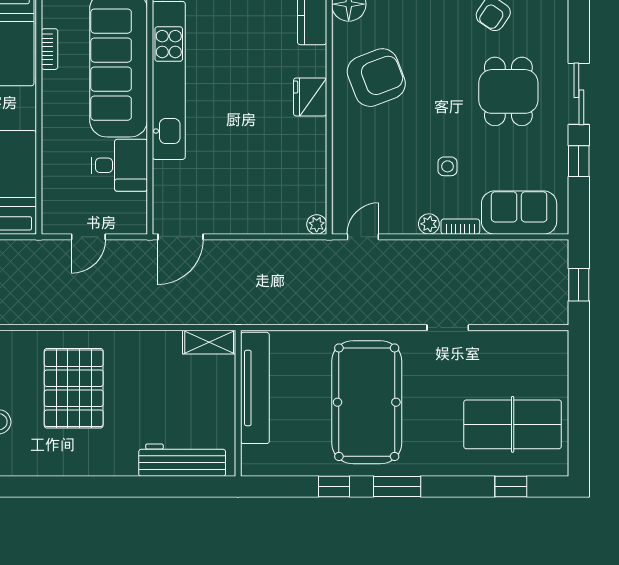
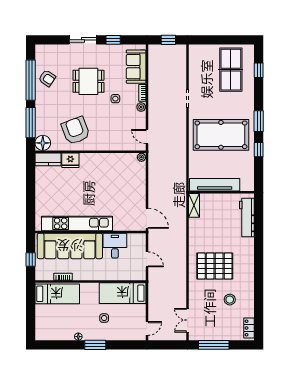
dining table: (508, 91) -> (88, 81), moved
fridge: (310, 97) -> (70, 160), moved

